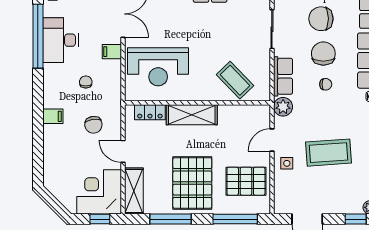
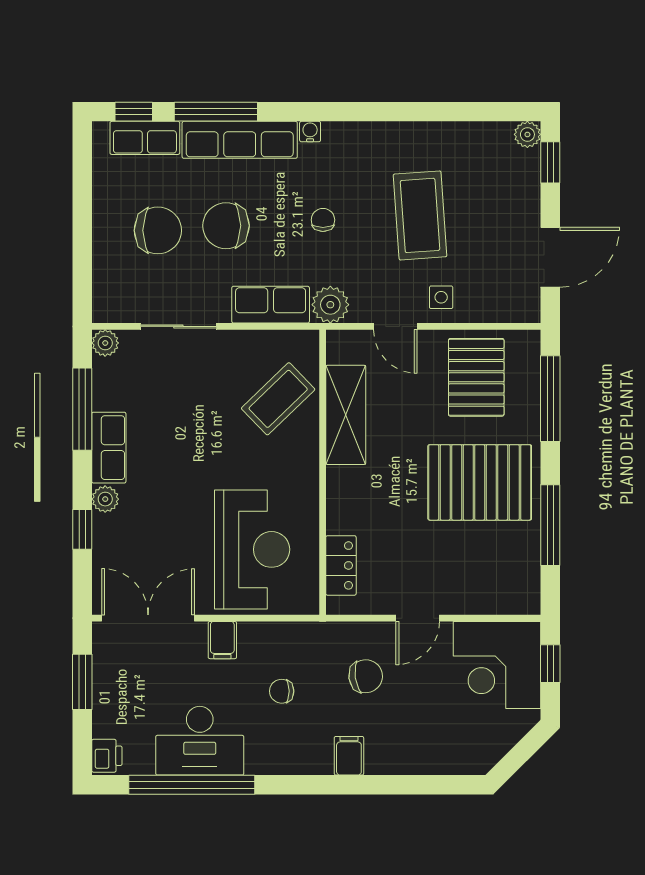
chair: (321, 19) -> (158, 230), turned -90
chair: (326, 84) -> (323, 220), moved
shelving: (192, 115) -> (346, 415), moved
shelving: (134, 191) -> (495, 597), removed

